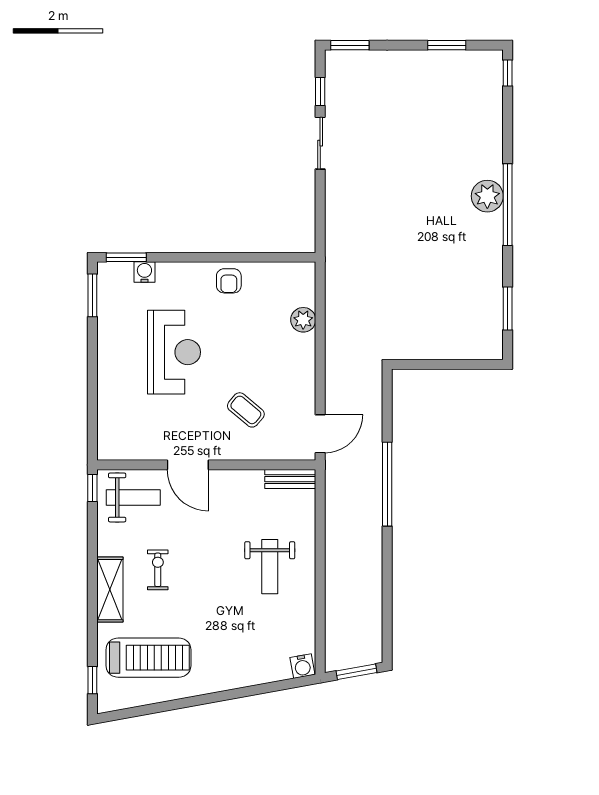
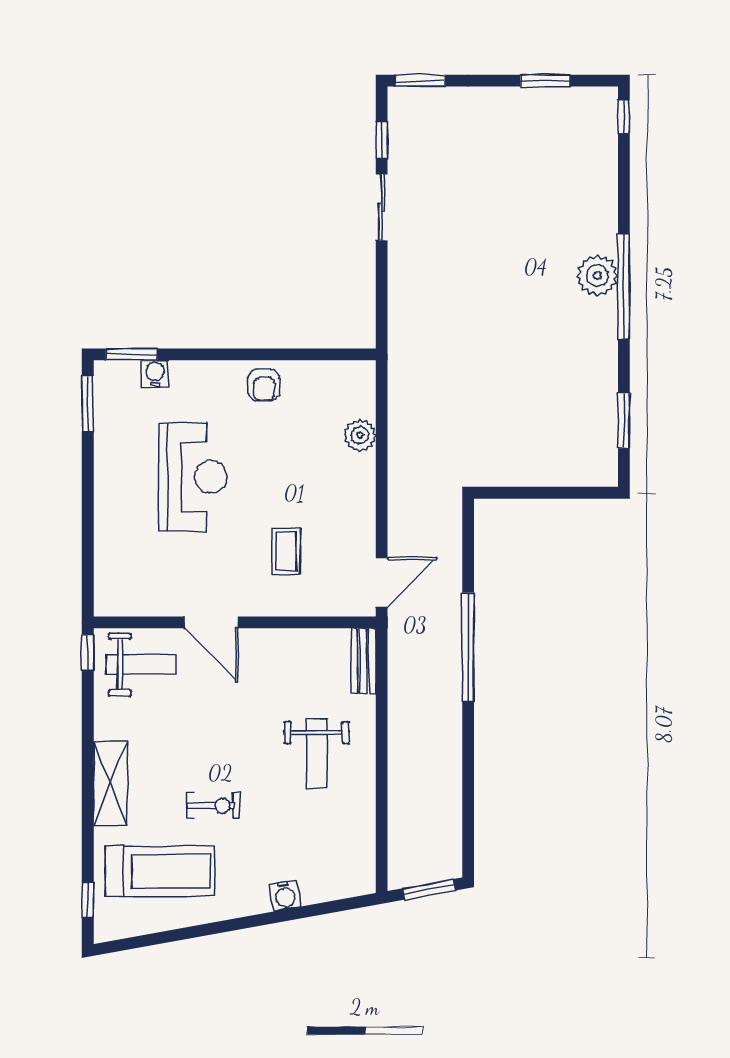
coffee table: (246, 410) -> (286, 551), turned 50
bench: (290, 479) -> (363, 661), moved, turned 90
exercise bike: (158, 570) -> (213, 806), moved, turned 90
water cooler: (302, 666) -> (285, 895), moved

